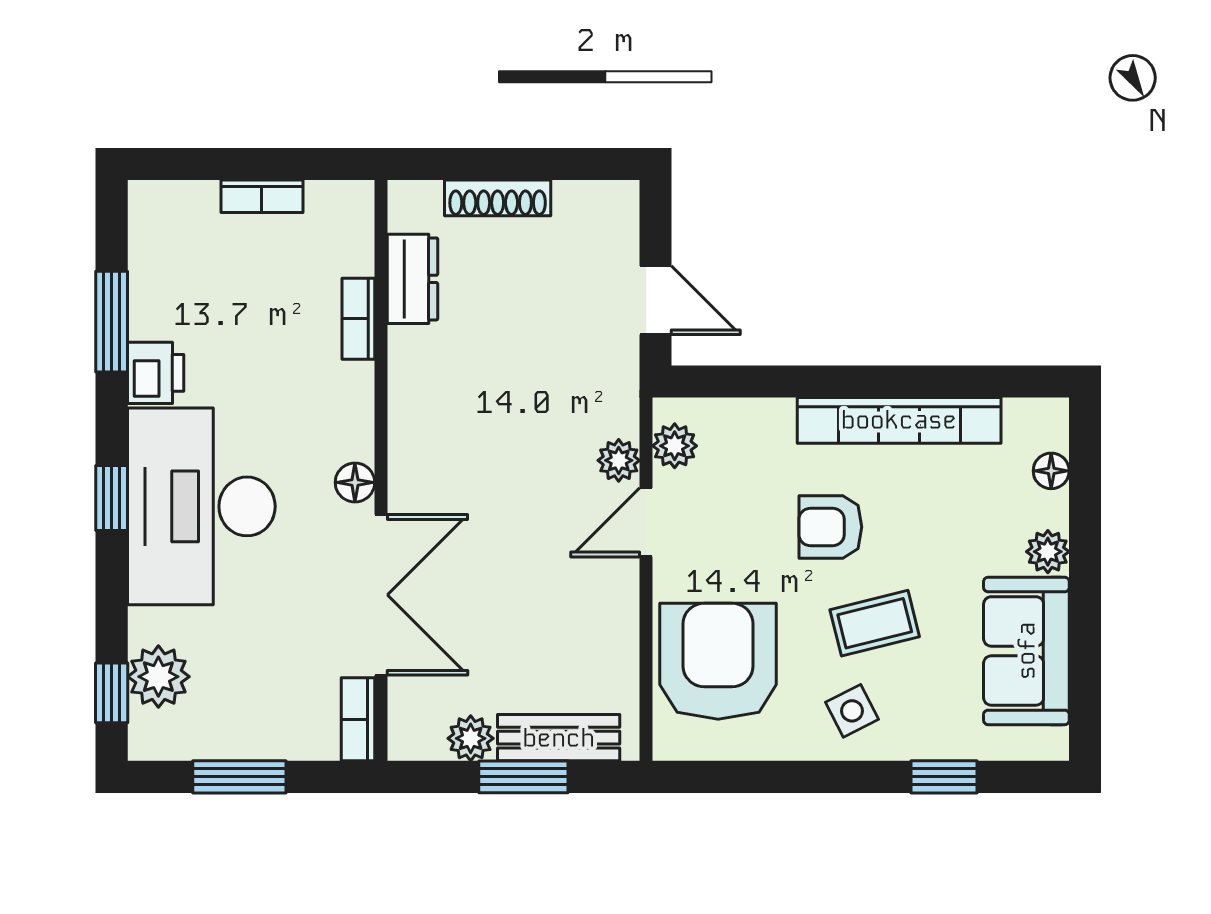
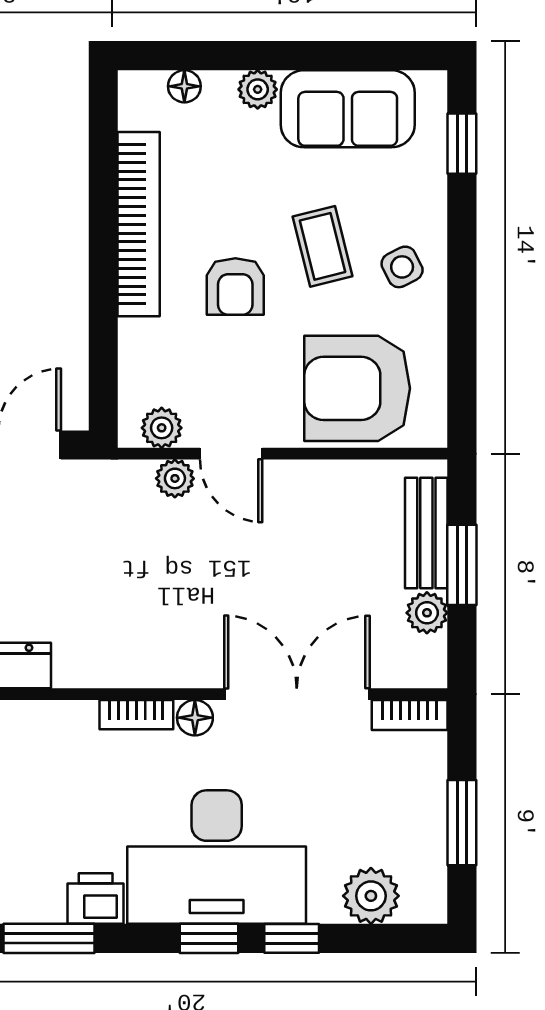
bookcase: (358, 319) -> (136, 715), moved
window: (112, 693) -> (292, 938), moved
window: (944, 777) -> (462, 144), moved

